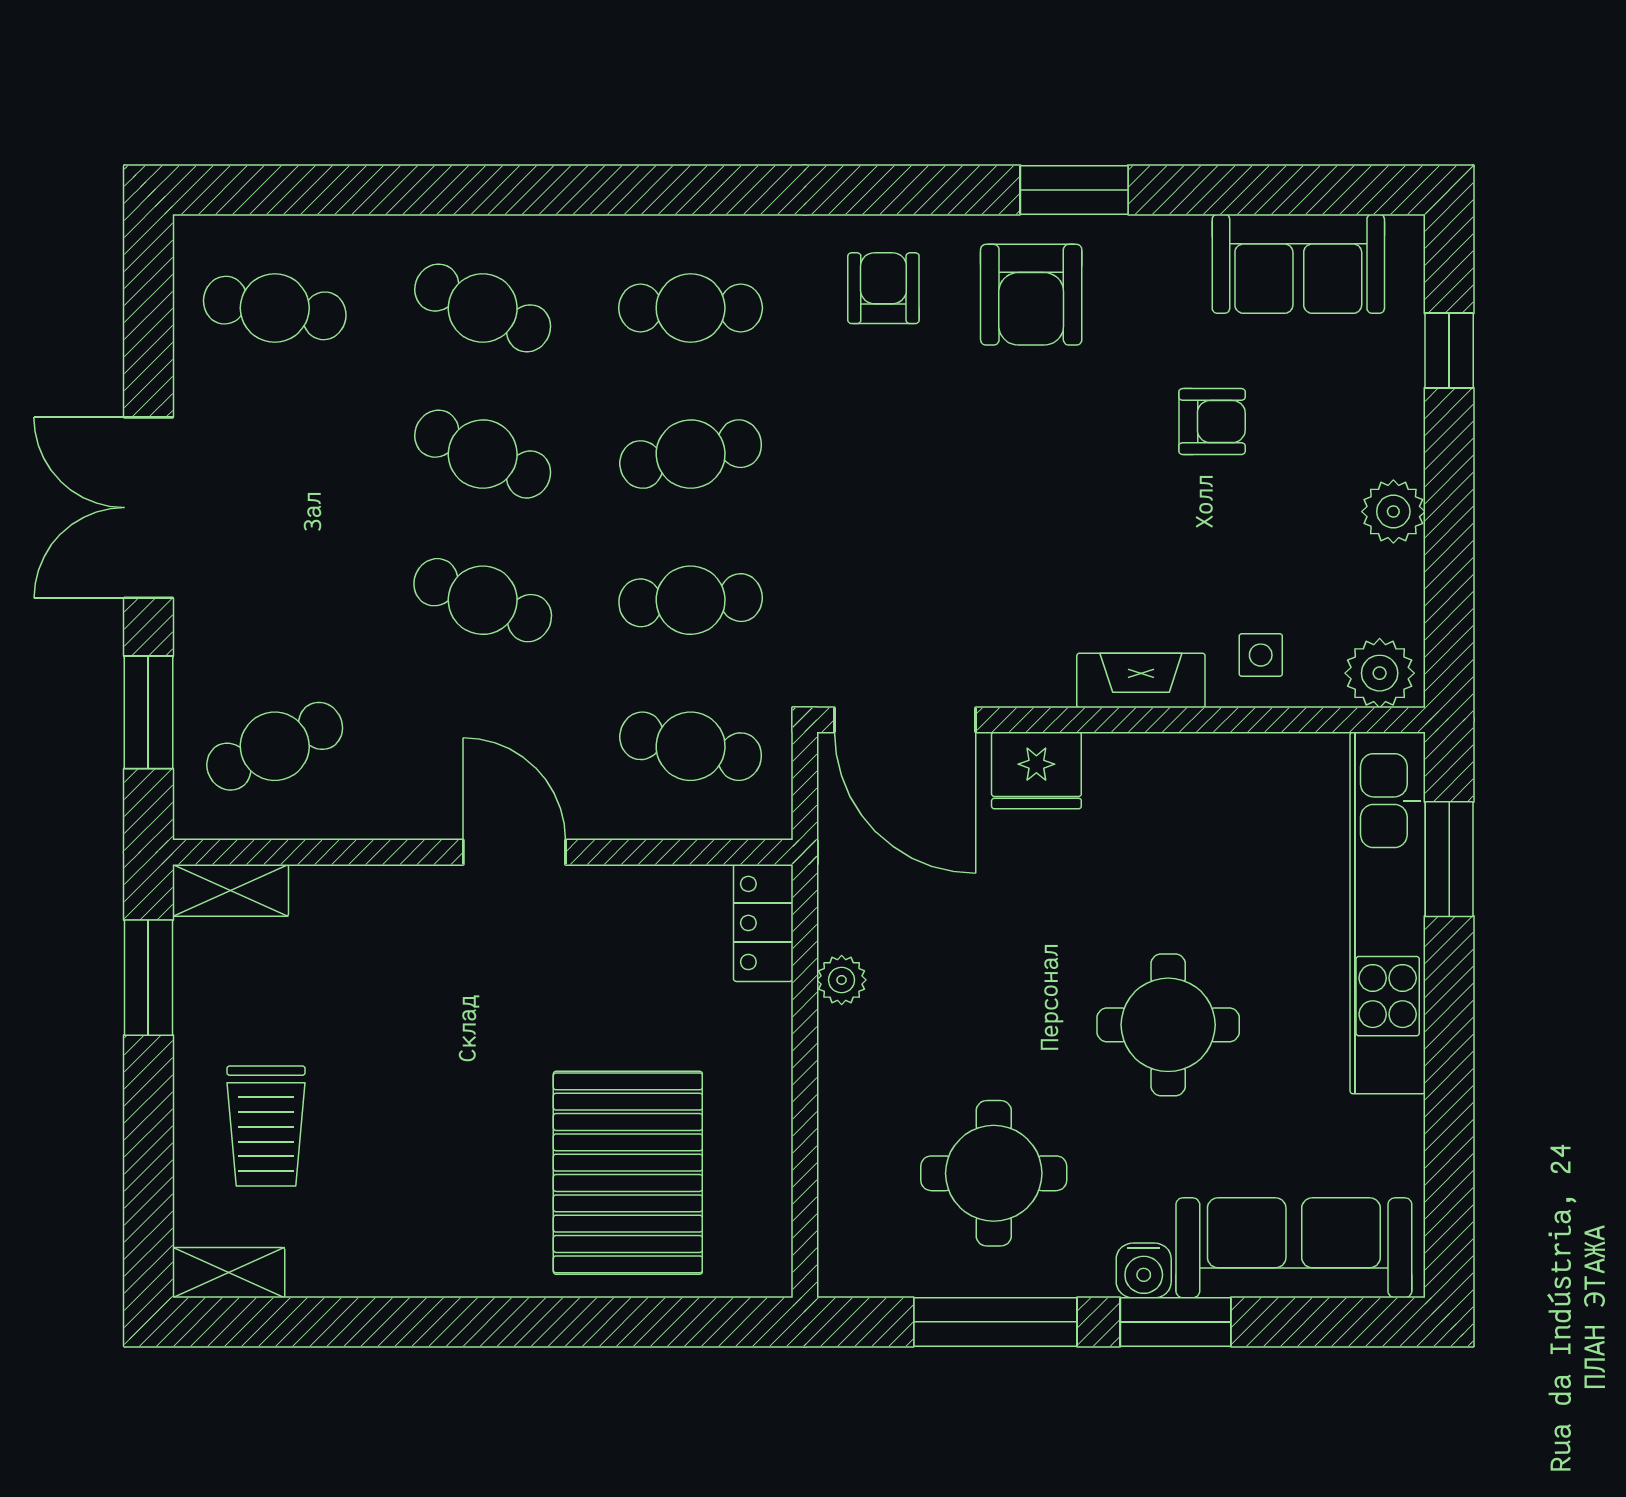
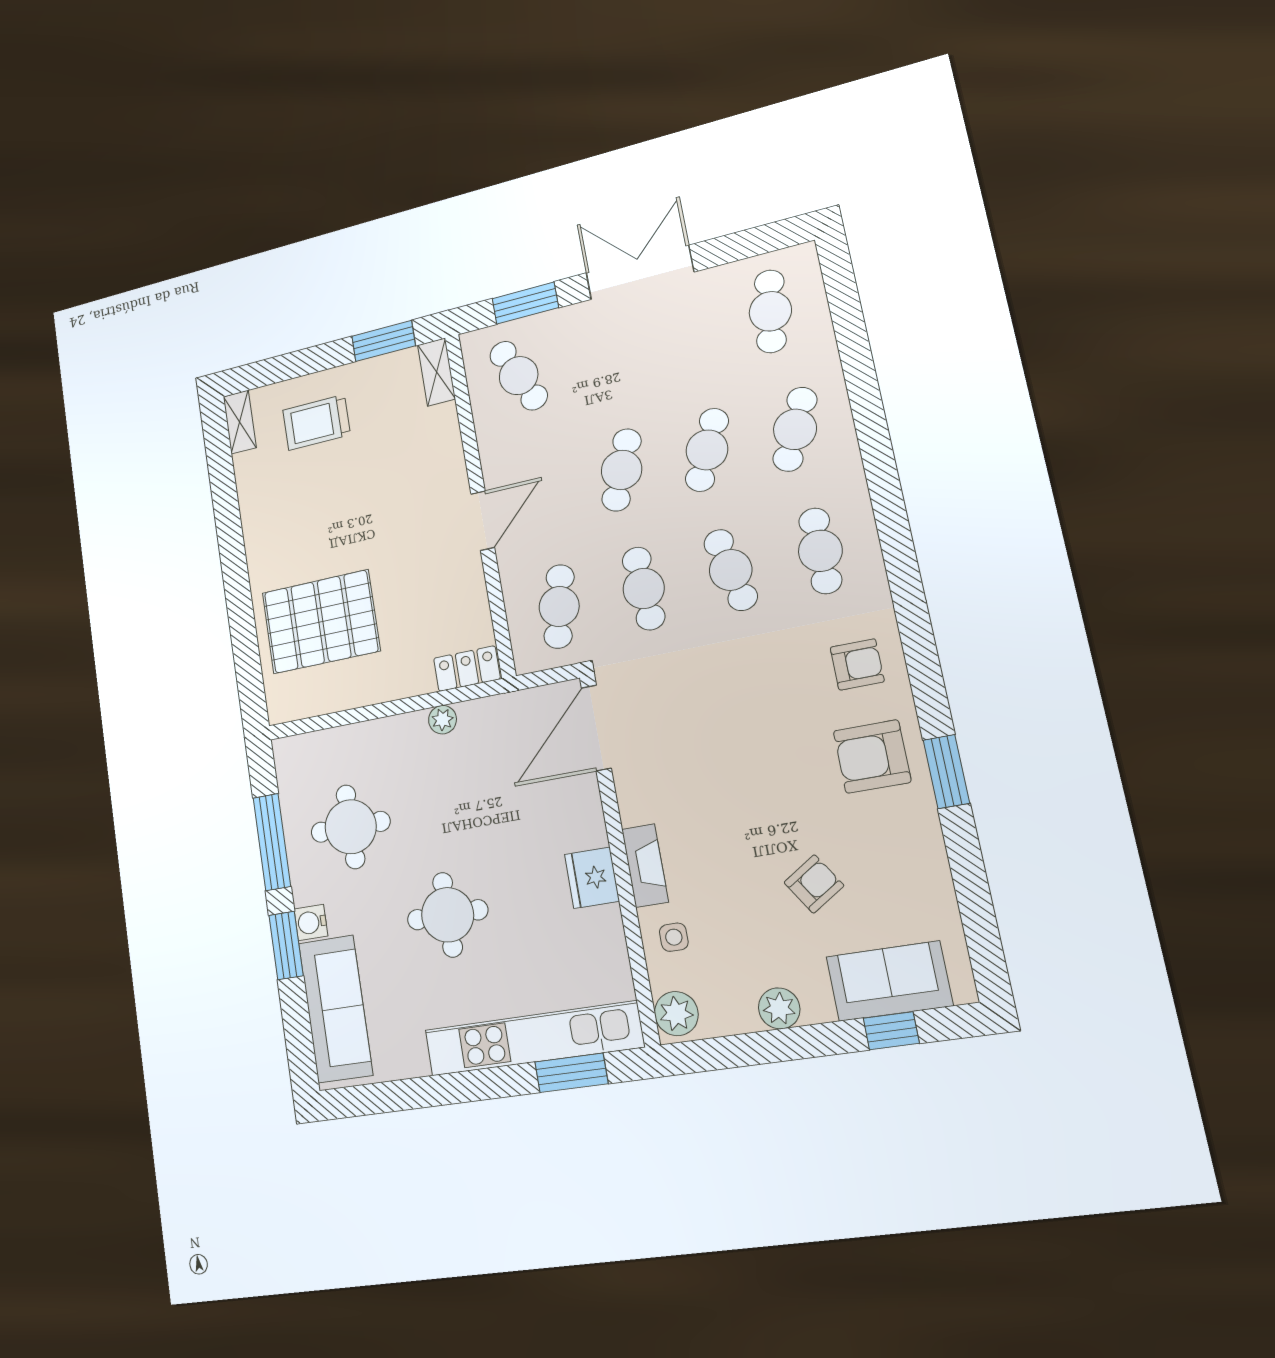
sofa: (1298, 264) -> (889, 981), moved, turned 90
armchair: (1212, 422) -> (814, 884), turned -123
fridge: (1036, 770) -> (592, 878), moved

